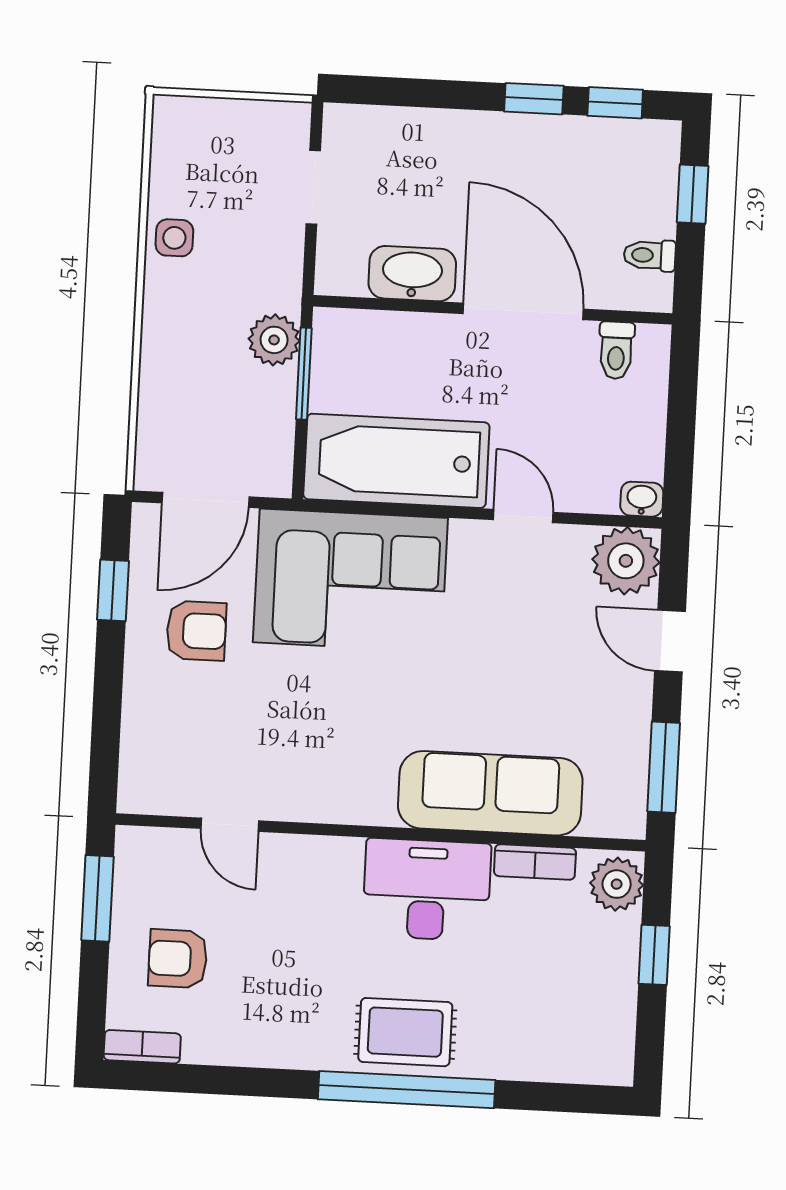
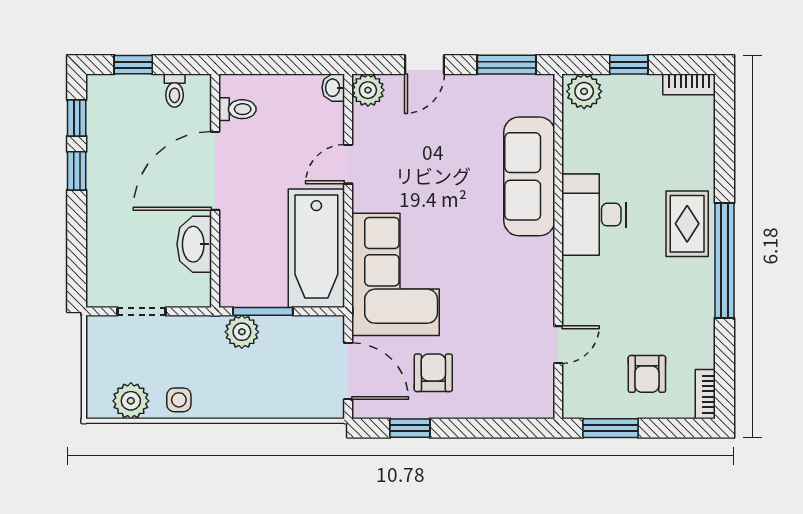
plant: (177, 164) -> (131, 401), added
plant: (626, 561) -> (368, 90), width x0.73, depth x0.73
bookcase: (535, 862) -> (689, 84), moved, turned 90
window: (407, 1090) -> (725, 260), moved

